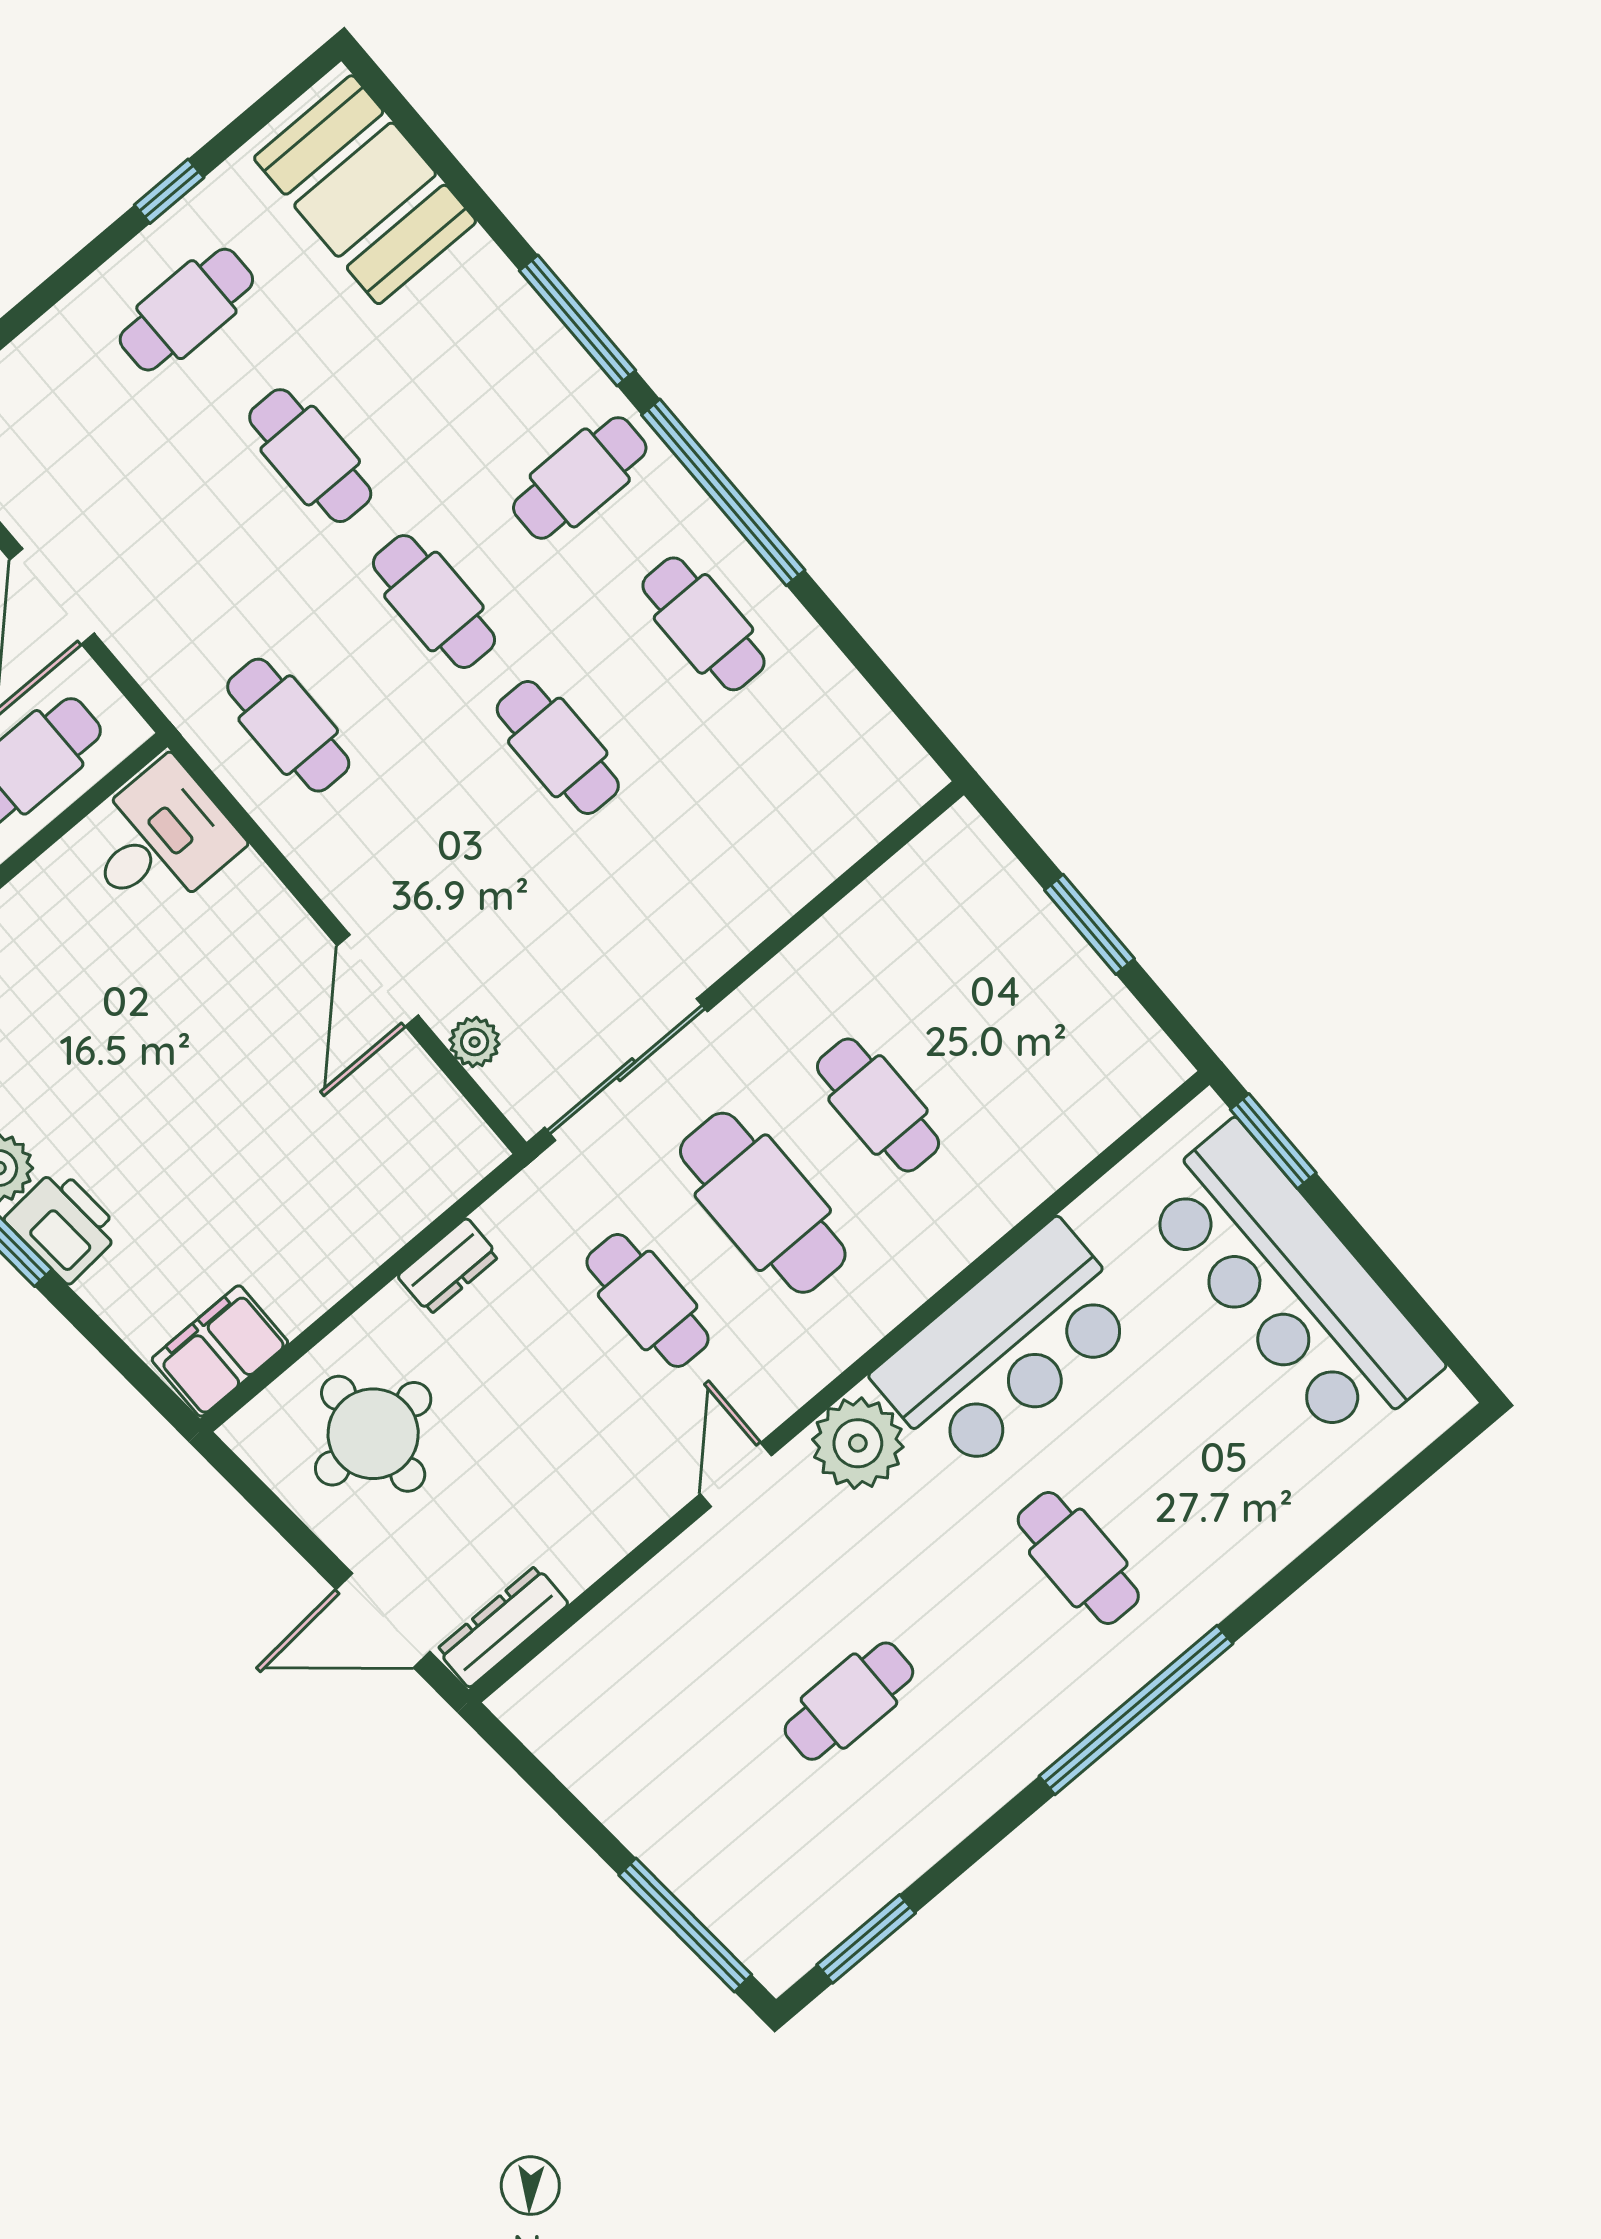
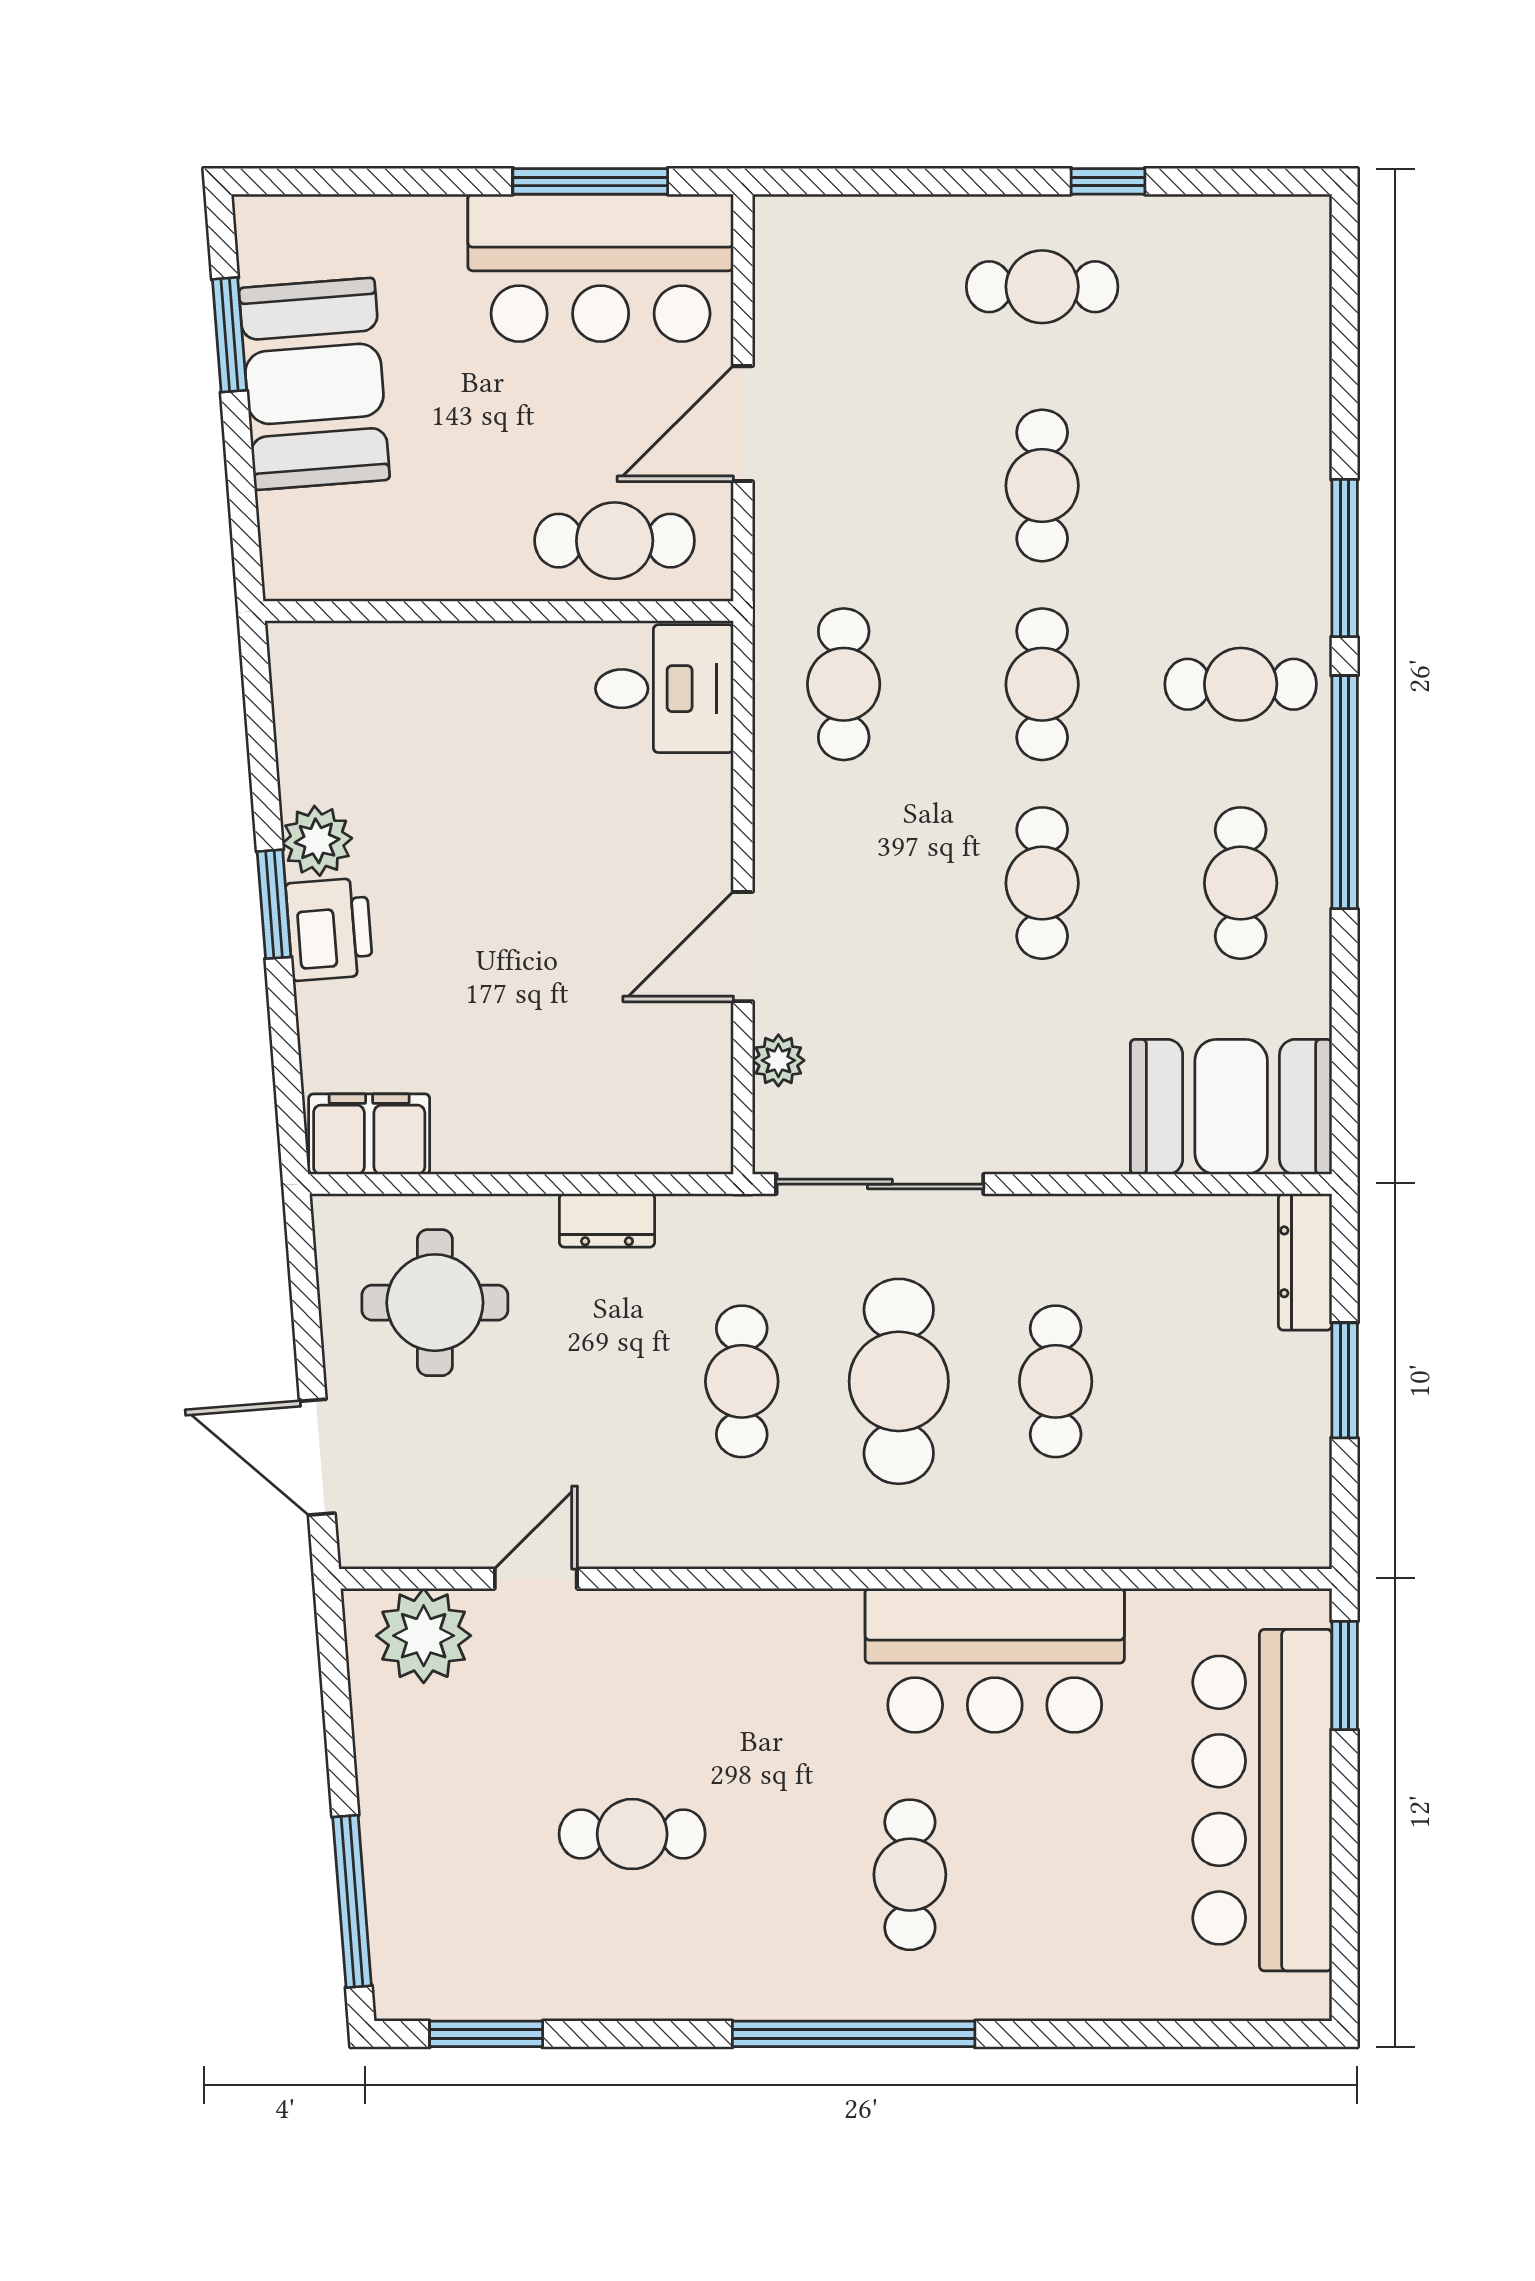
booth: (365, 190) -> (1231, 1107), moved, turned 90
plant: (858, 1443) -> (424, 1636), moved
door: (736, 1475) -> (536, 1579), moved
dresser: (503, 1627) -> (1305, 1262), moved, turned -90

